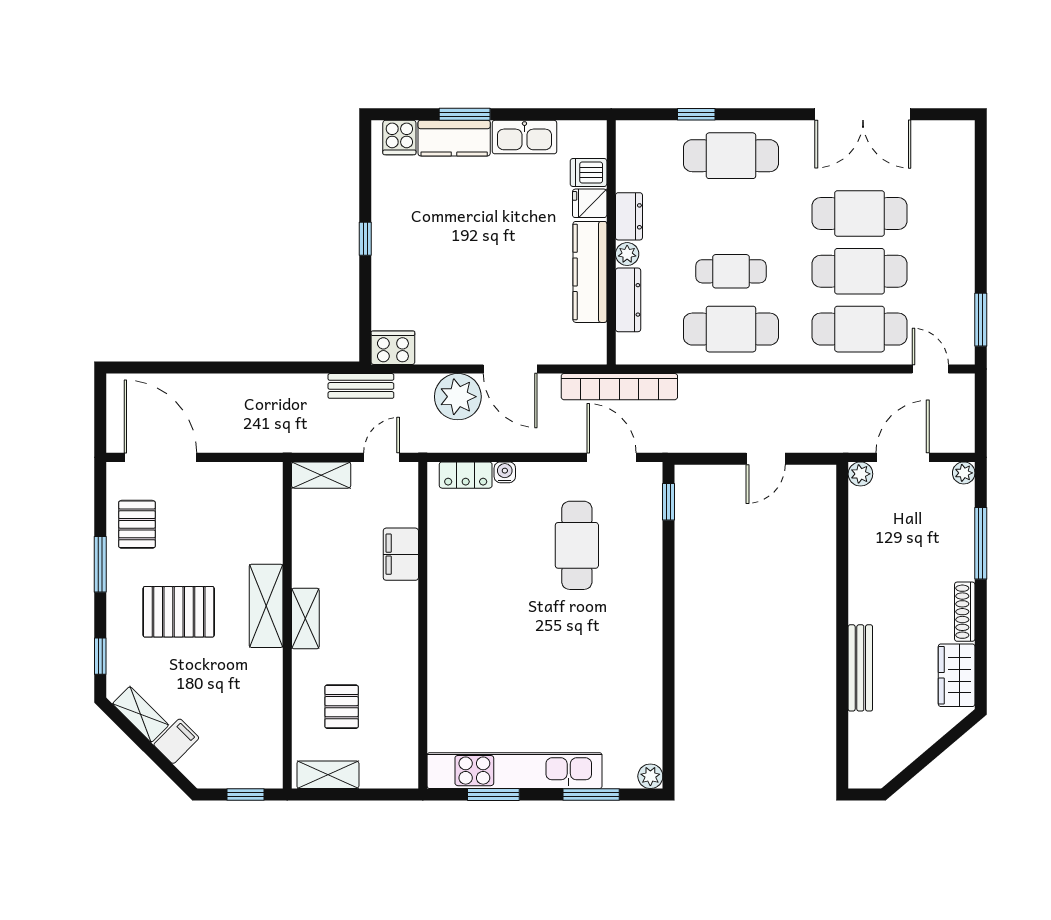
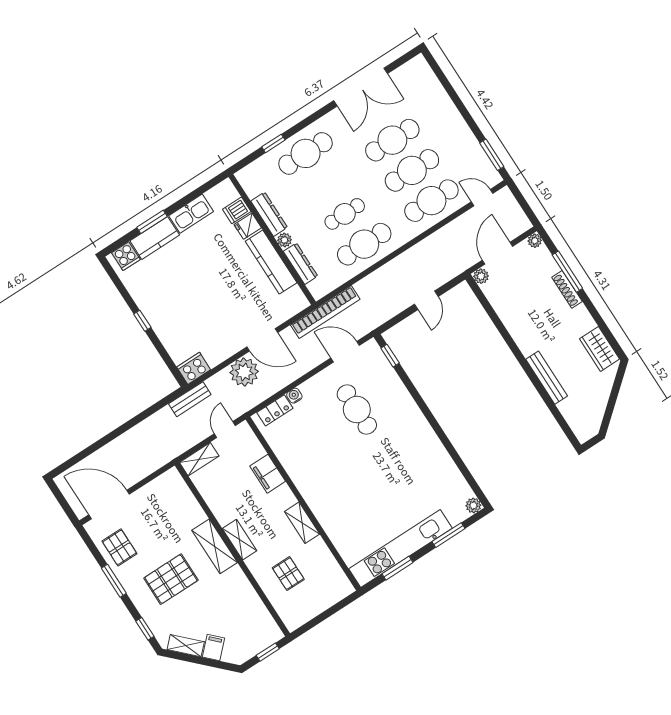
dresser: (629, 216) -> (269, 214), width x1.44
shoe rack: (965, 612) -> (567, 289), moved
shelving: (328, 775) -> (302, 523), moved, turned 90

